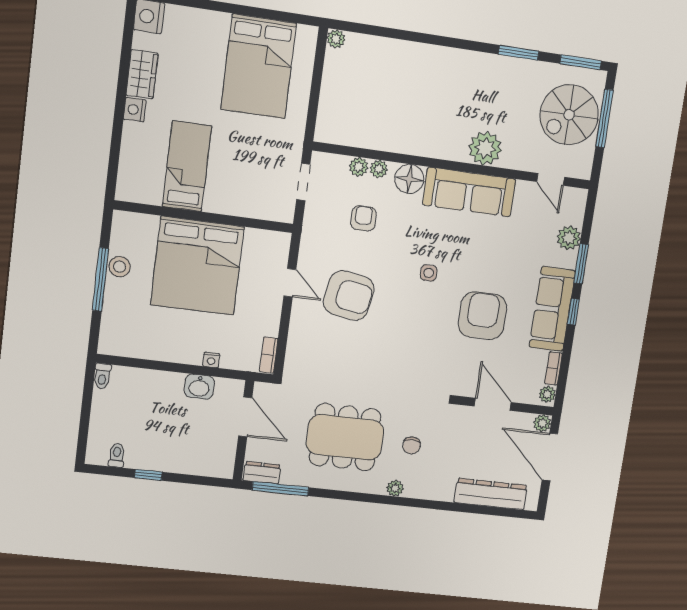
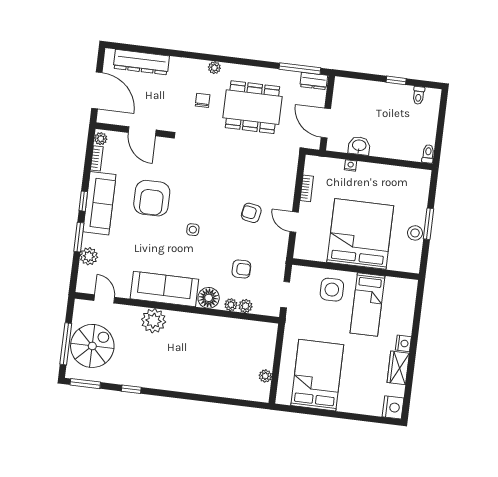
plant: (336, 39) -> (265, 376), moved
window: (519, 53) -> (131, 389), width x0.67
side table: (238, 188) -> (332, 290), added
armchair: (363, 218) -> (241, 269), turned -90
window: (100, 279) -> (428, 224), width x0.69
armchair: (349, 295) -> (251, 213), width x0.53, depth x0.53
bookcase: (269, 355) -> (307, 188), moved
plant: (542, 423) -> (104, 116), removed

